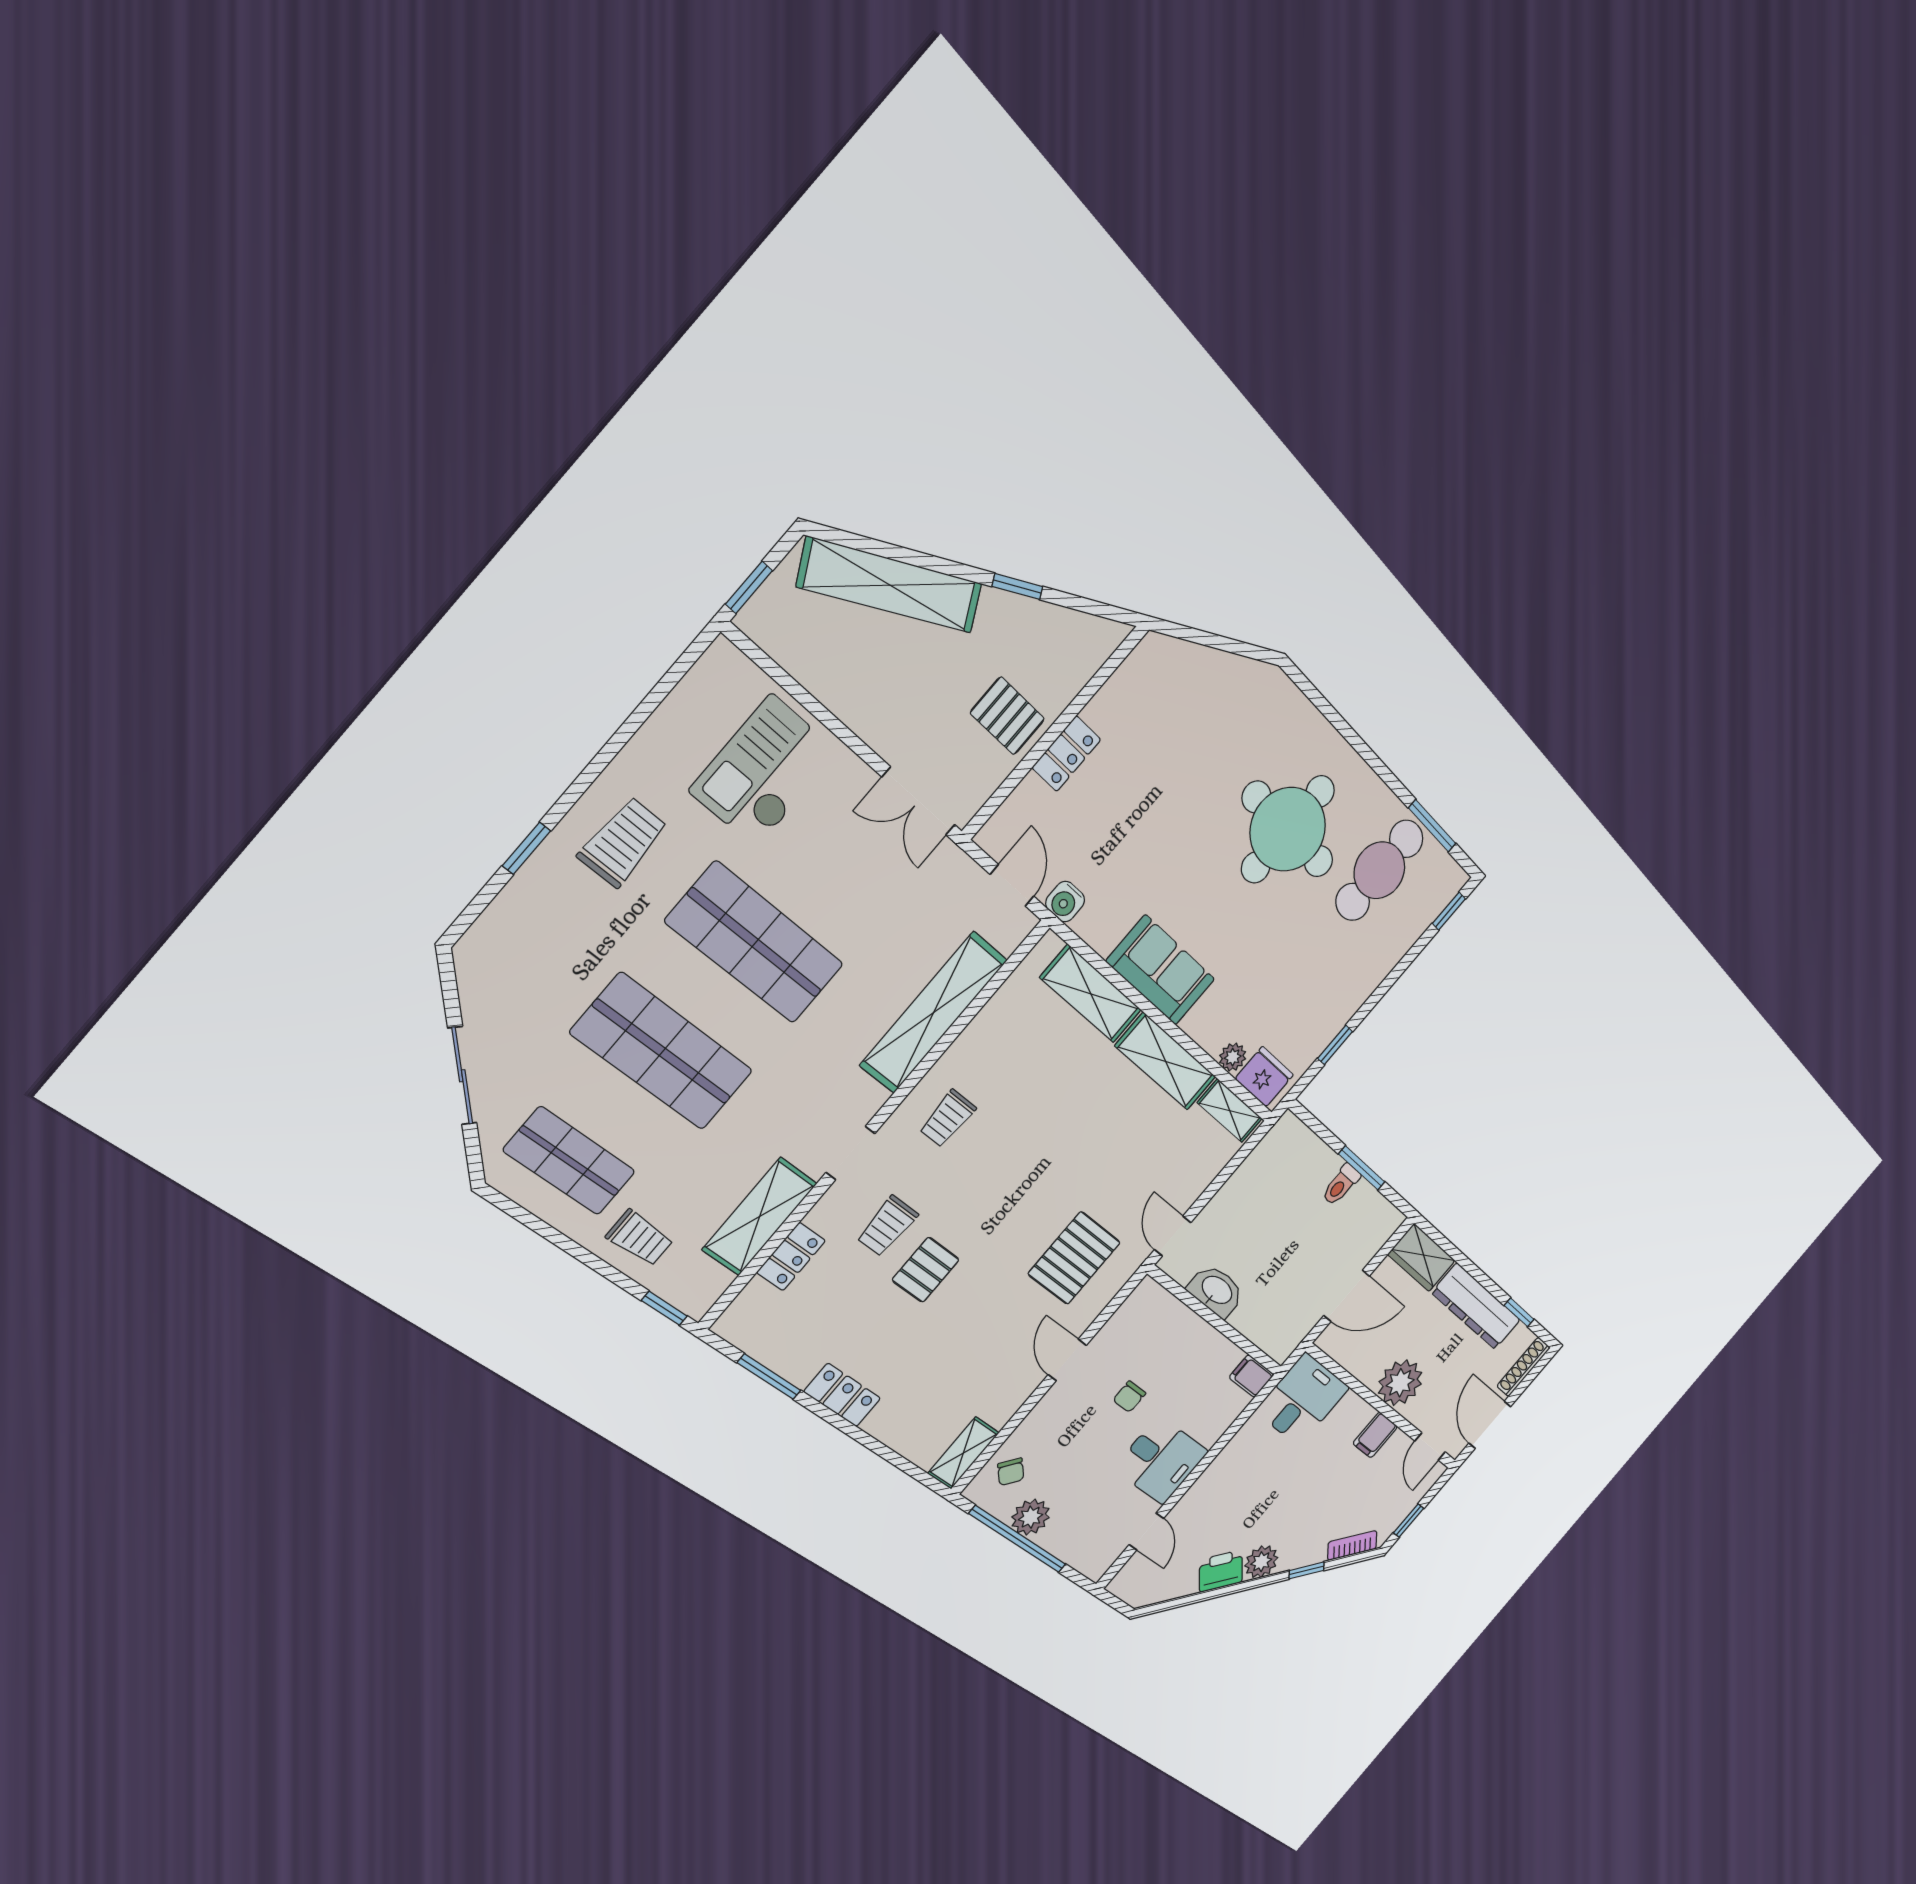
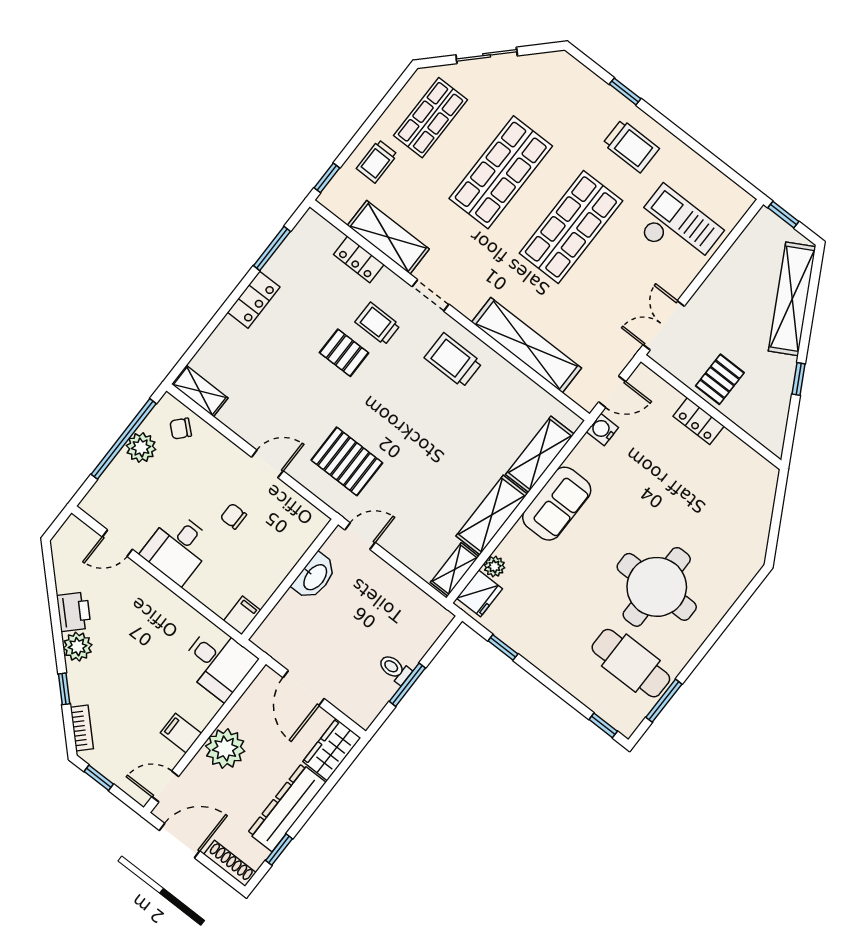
trolley: (948, 1118) -> (453, 360), width x1.36, depth x1.39

